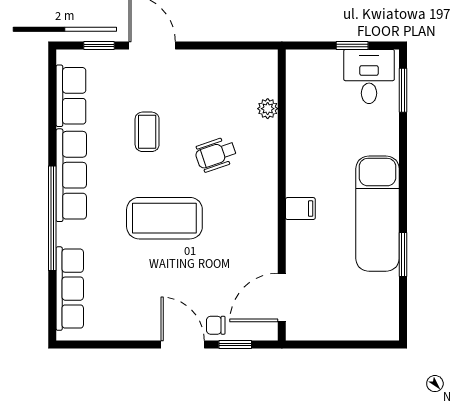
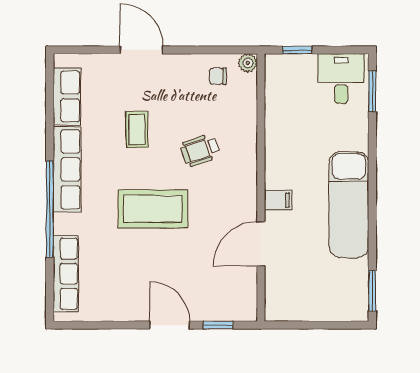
window: (99, 45) -> (93, 50), removed
window: (352, 45) -> (297, 50), moved
plant: (268, 109) -> (248, 63), moved
window: (403, 255) -> (372, 291), moved
door: (282, 297) -> (261, 244), moved
chair: (216, 325) -> (218, 76), moved

